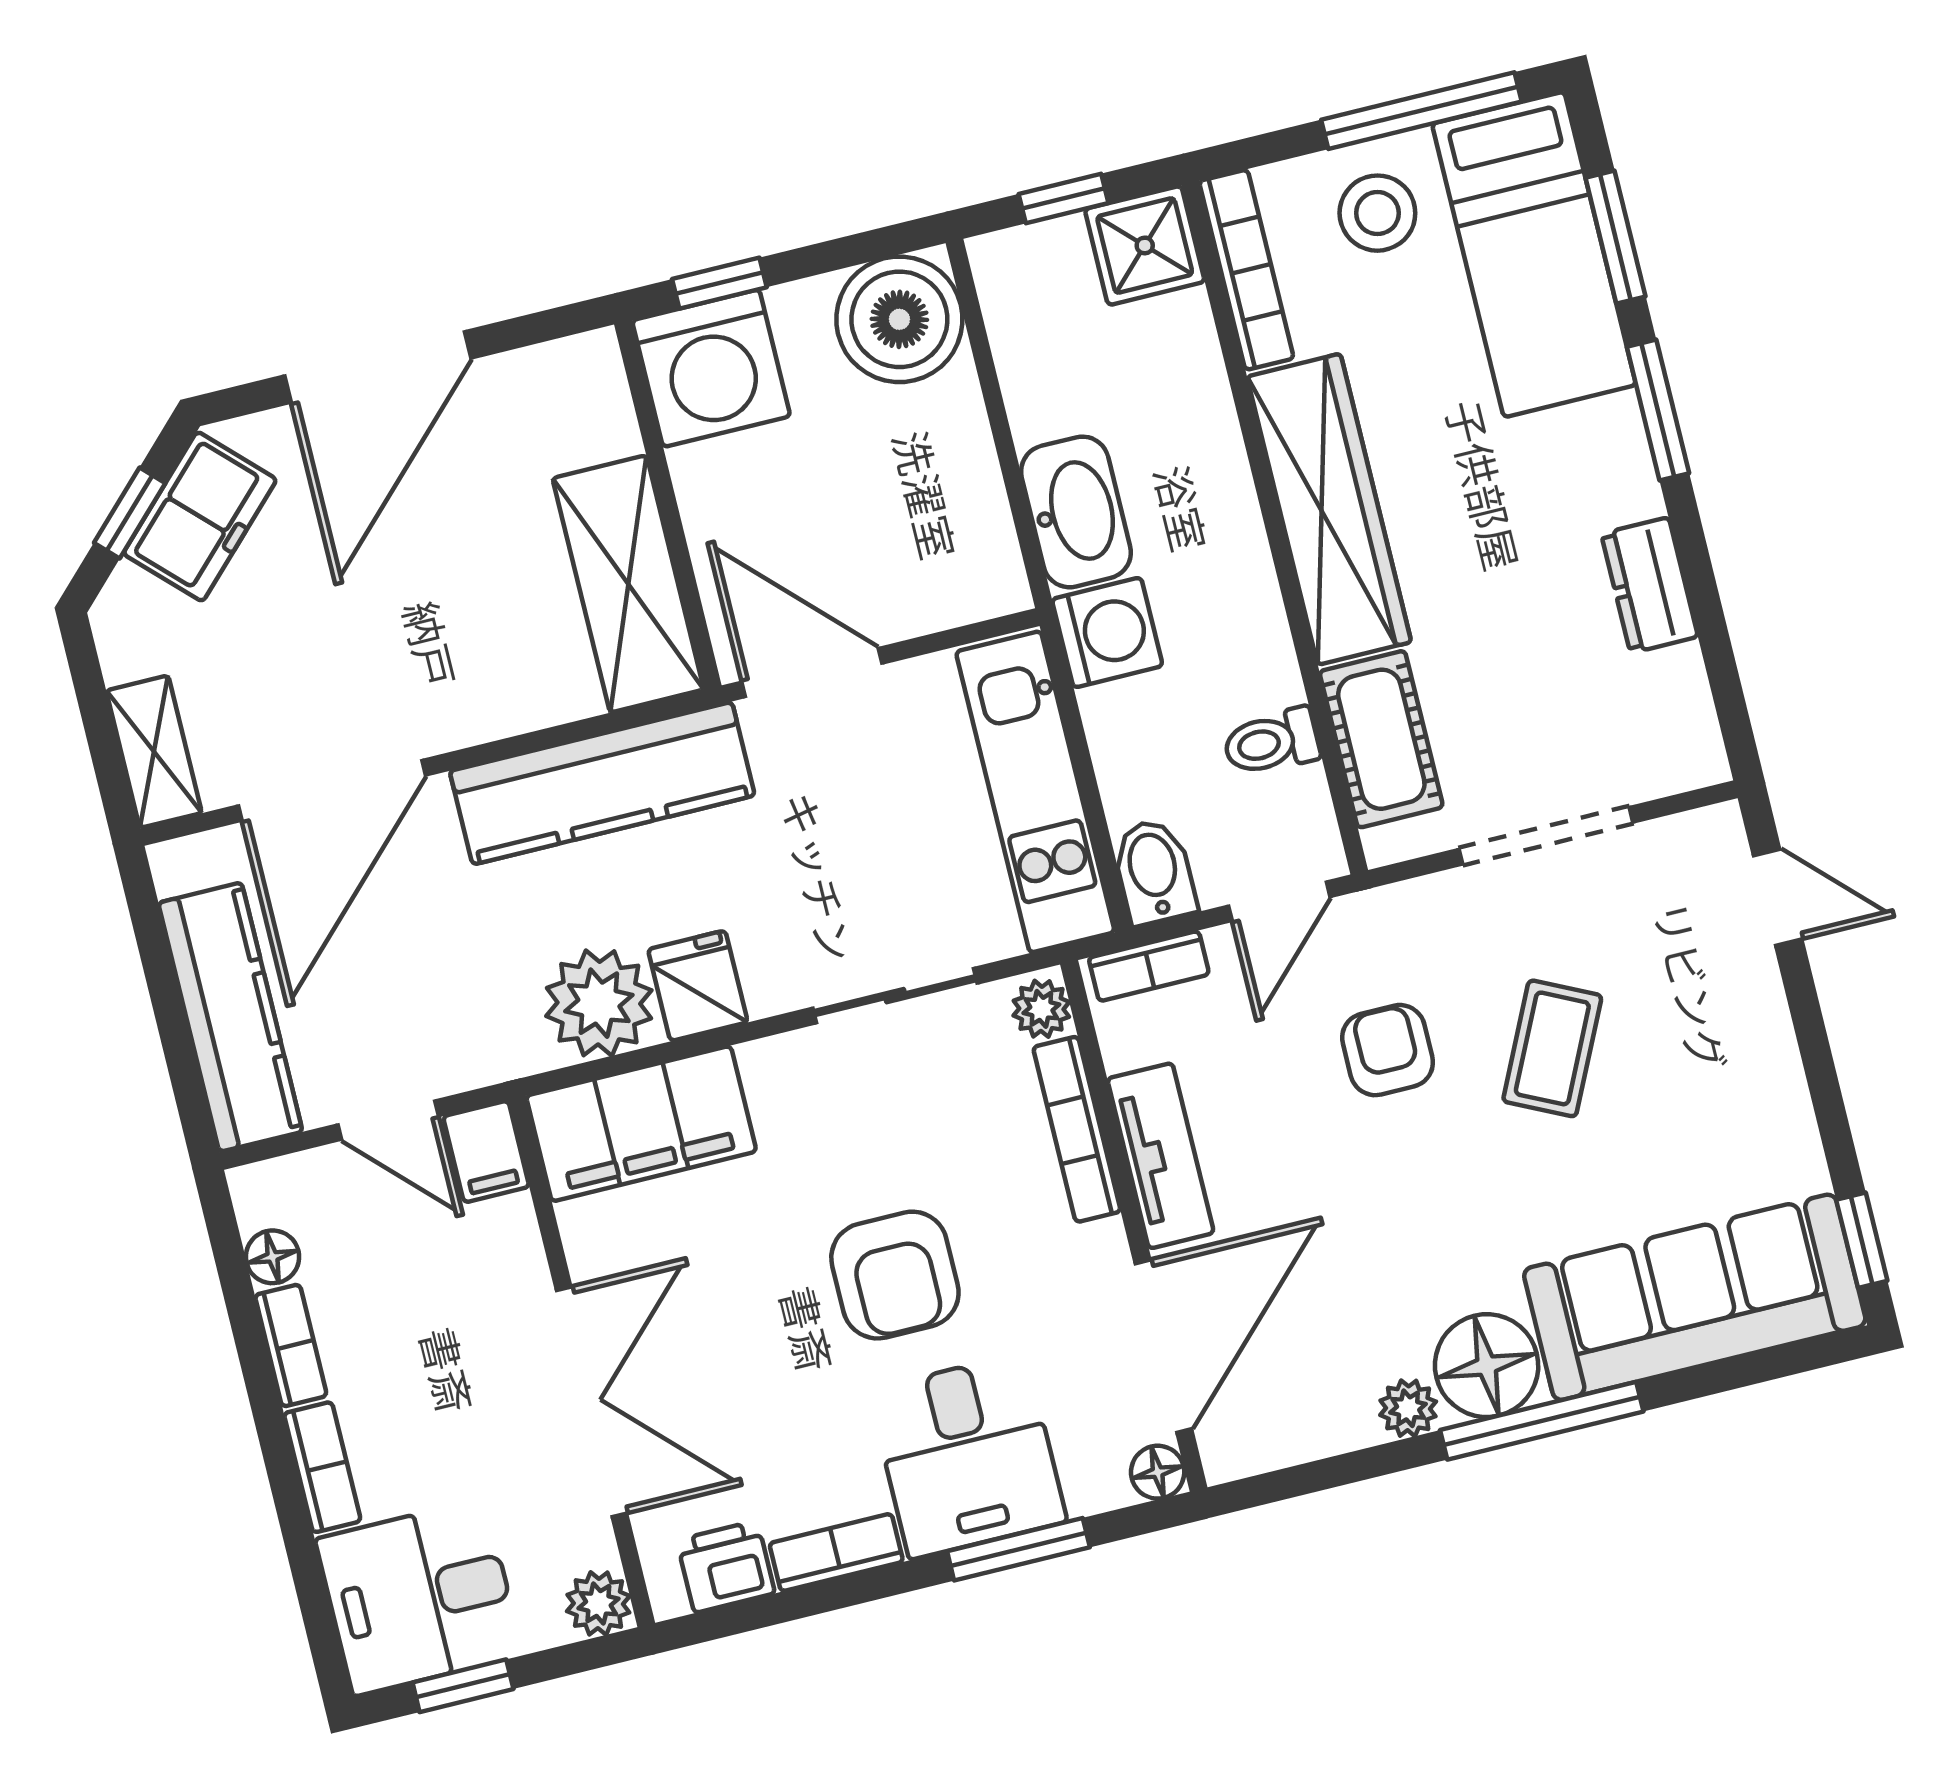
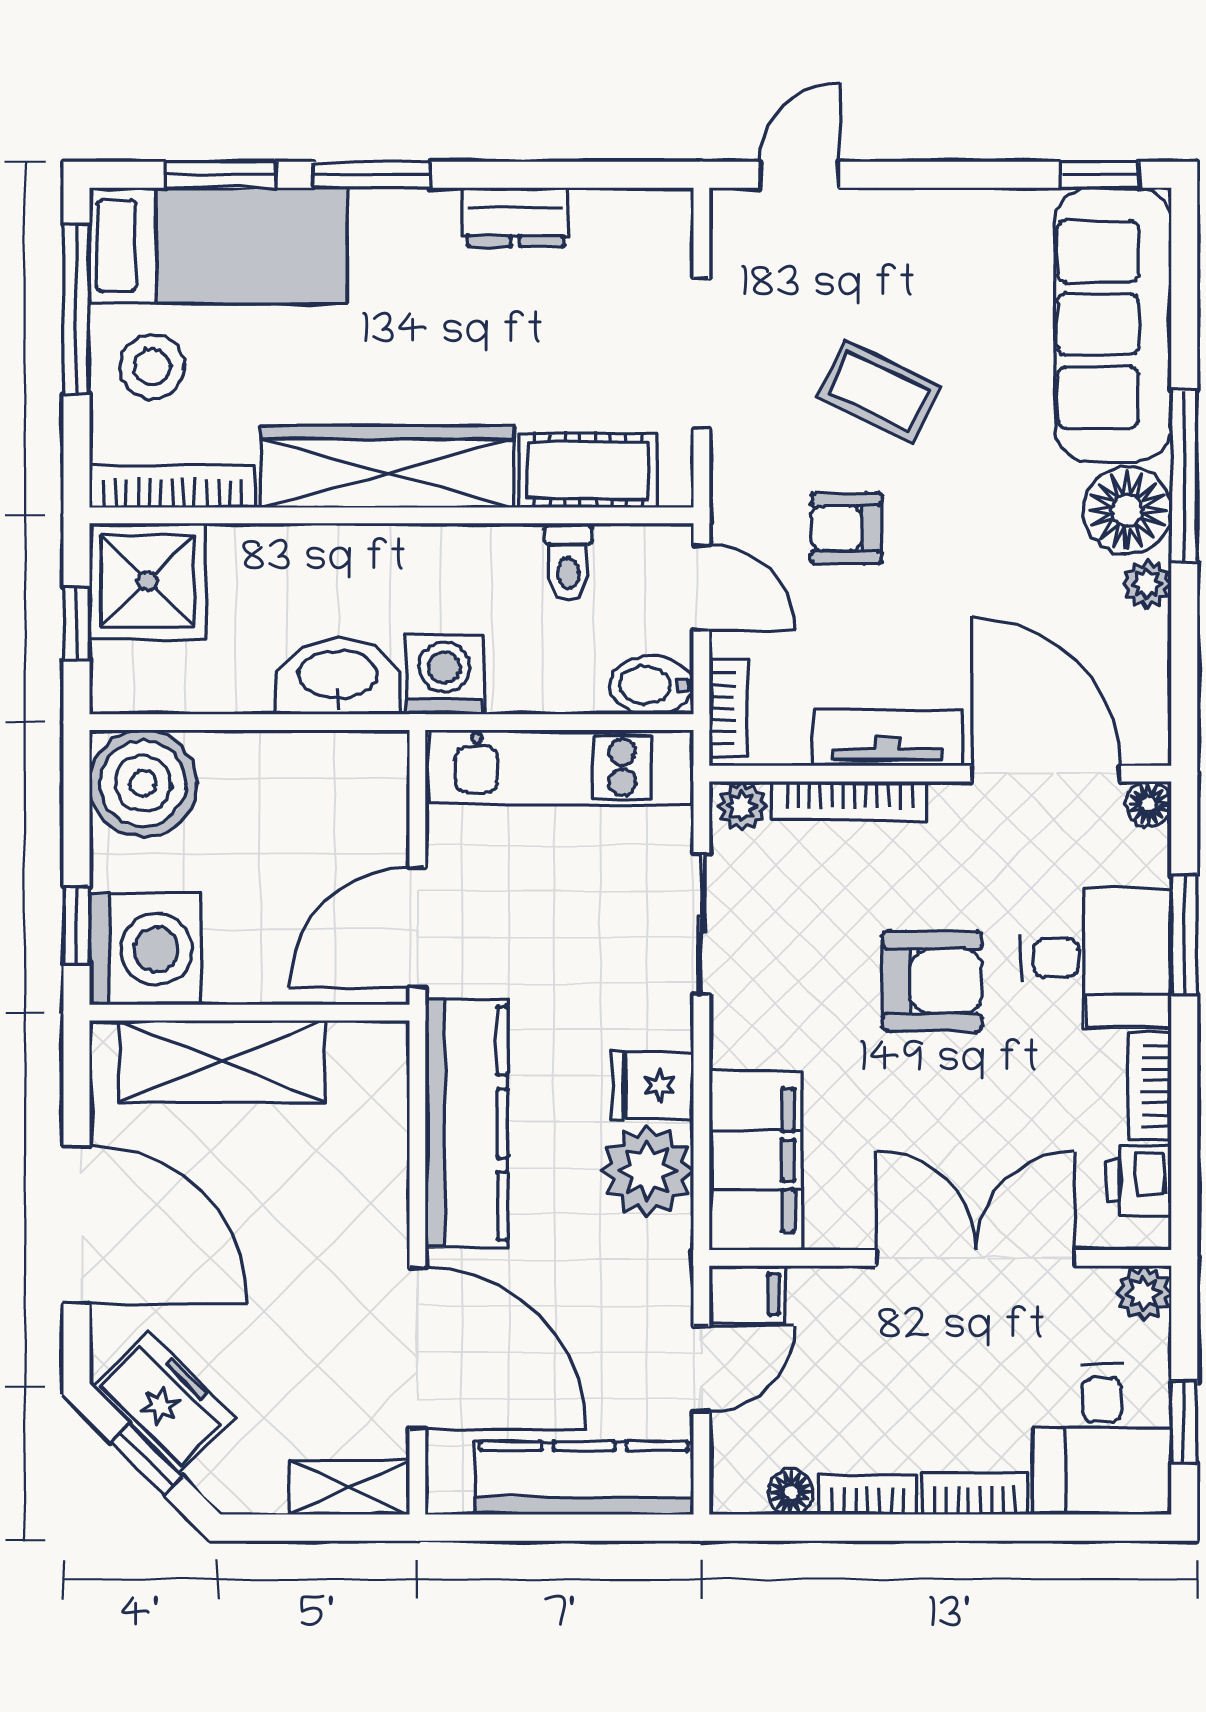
shower: (1145, 245) -> (147, 581), width x1.36, depth x1.36
shelving: (628, 584) -> (222, 1061), moved

